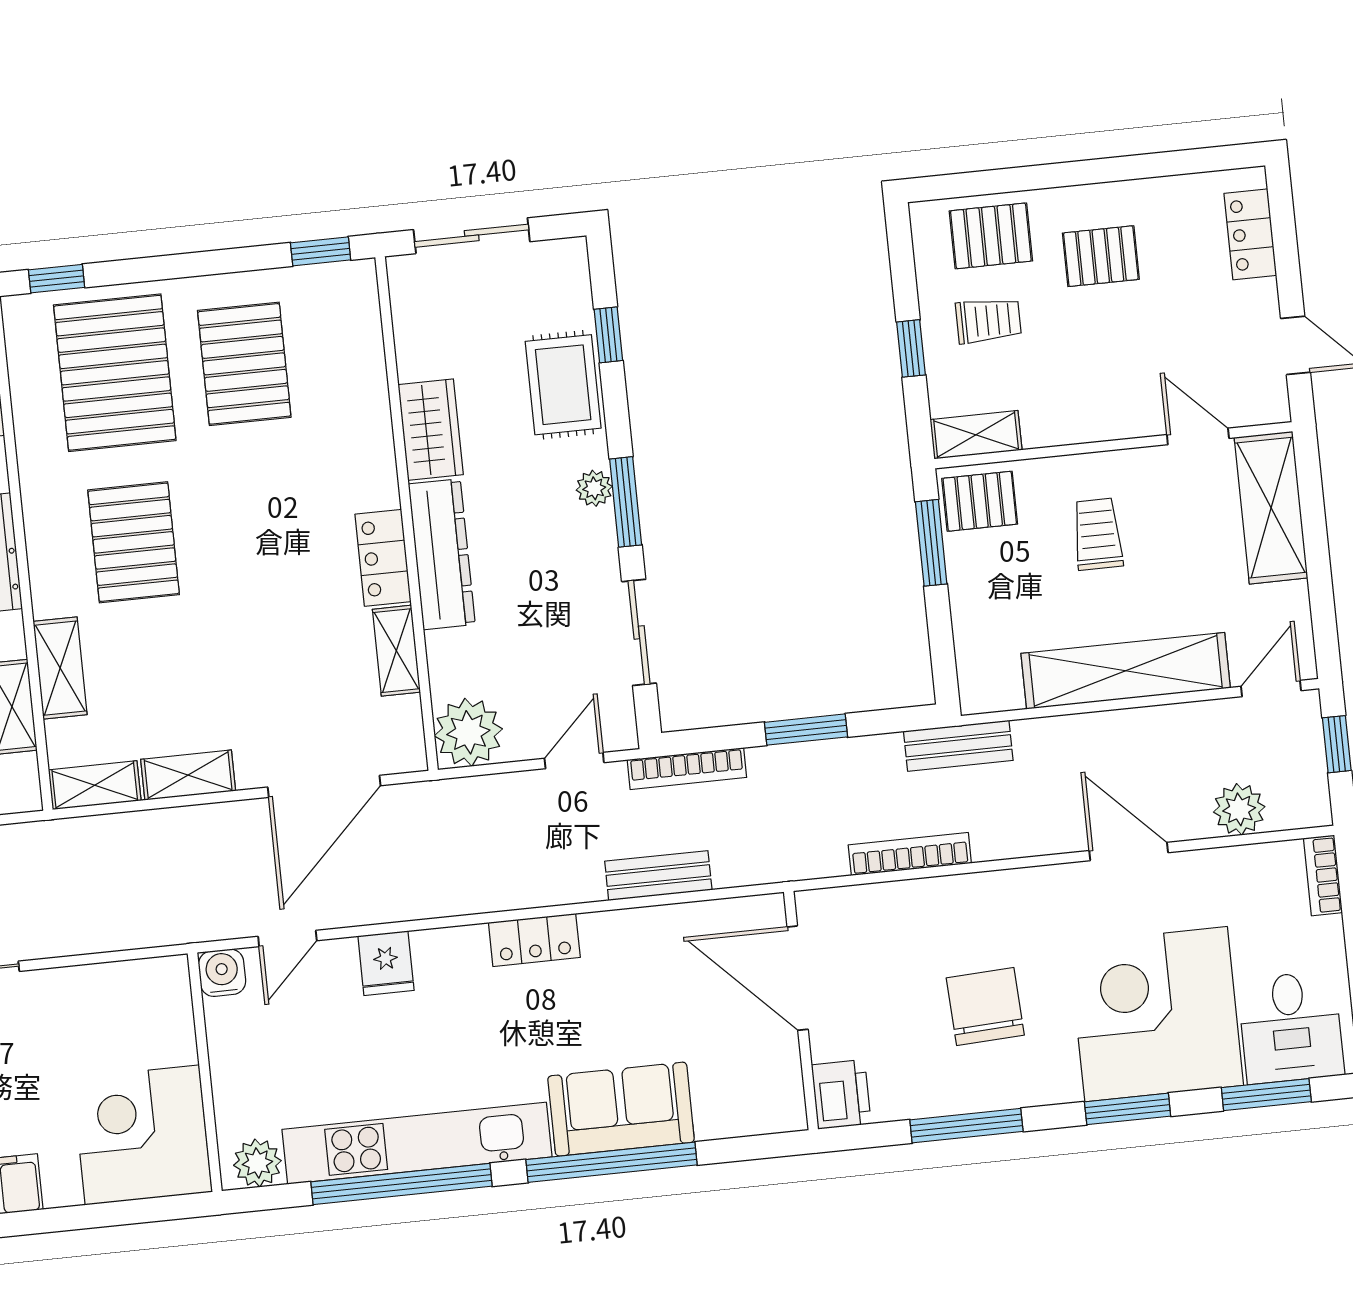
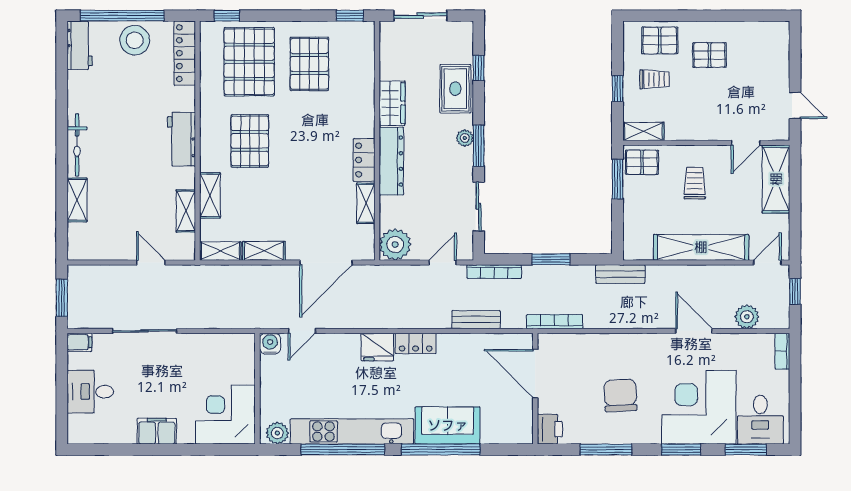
locker: (1250, 234) -> (779, 52), removed
door: (1198, 436) -> (746, 143), swing flipped
bookcase: (910, 854) -> (555, 322), moved
fridge: (386, 963) -> (377, 347), moved, width x1.38

